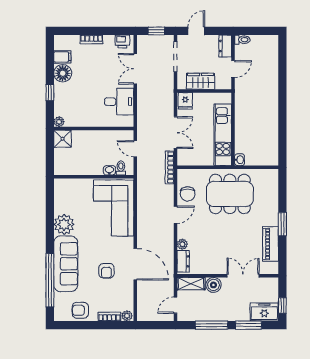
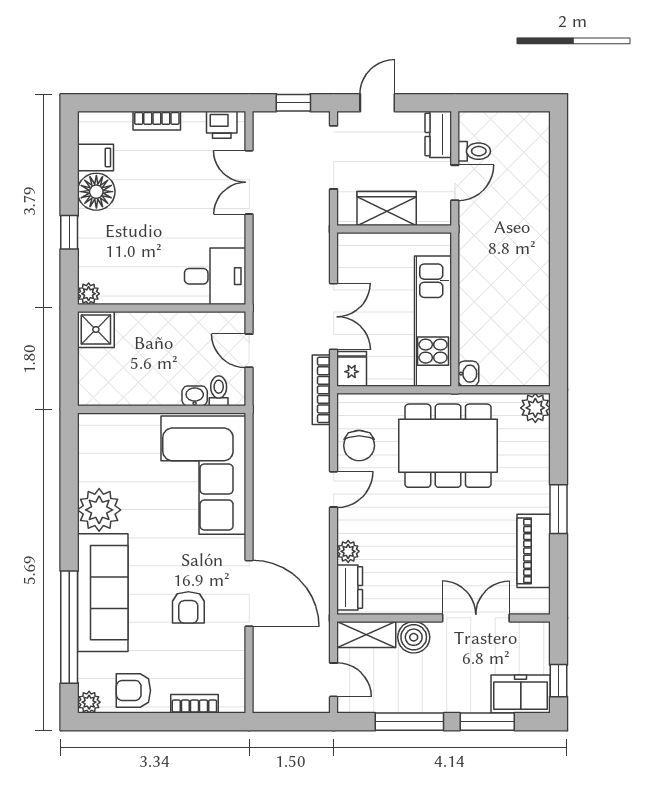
toilet: (242, 40) -> (474, 151), moved
fridge: (185, 101) -> (352, 369), moved, turned 180
desk: (119, 102) -> (215, 276), moved
plant: (271, 176) -> (535, 408), added
door: (175, 305) -> (334, 680), swing flipped
plant: (127, 316) -> (89, 702), moved

